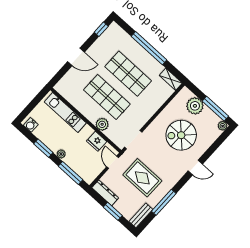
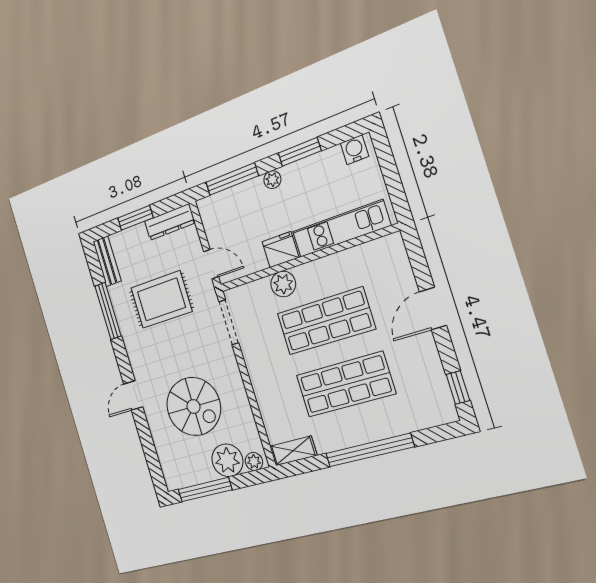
plant: (223, 126) -> (254, 462), moved
spiral stairs: (181, 135) -> (194, 407), turned 90
fridge: (97, 141) -> (280, 250), moved

